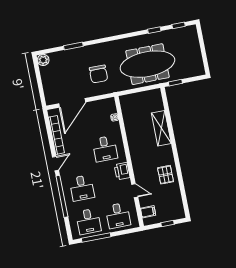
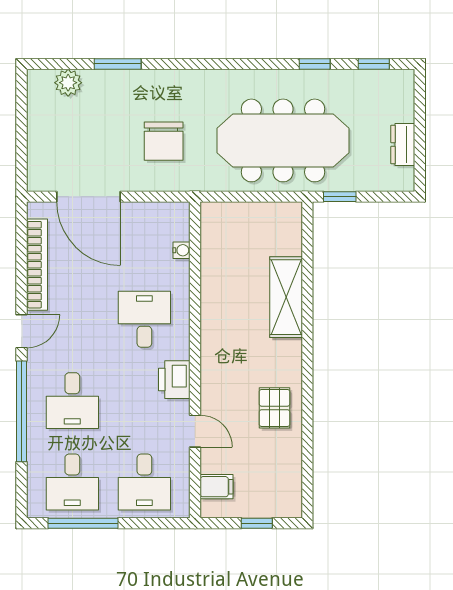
dresser: (197, 56) -> (403, 145), added
plant: (43, 60) -> (68, 83), moved
door: (72, 103) -> (89, 197), hinge flipped
desk: (105, 149) -> (144, 319), turned 180

